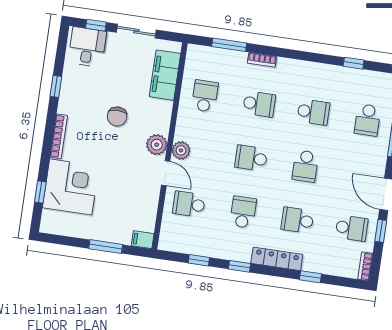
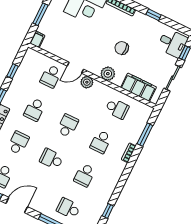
plant: (157, 145) -> (108, 74), moved
school desk: (189, 204) -> (51, 76), turned 180
school desk: (243, 212) -> (35, 110), turned 90

